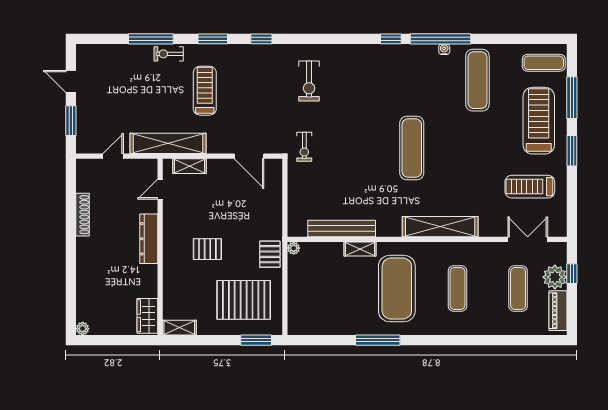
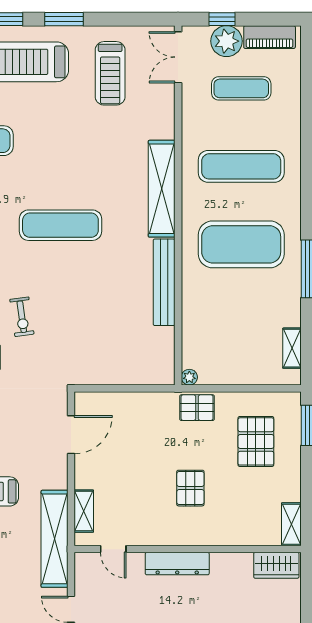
exercise bike: (304, 147) -> (22, 317), moved, turned 82
bench: (342, 229) -> (164, 282), moved
double door: (528, 239) -> (178, 57), moved
shelving: (360, 249) -> (292, 348), moved
exercise mat: (457, 289) -> (241, 166), width x1.36, depth x1.45
pallet: (244, 300) -> (256, 441), width x0.73, depth x0.71

